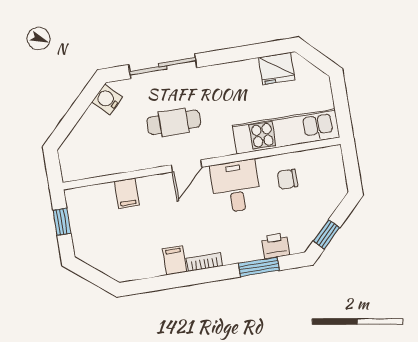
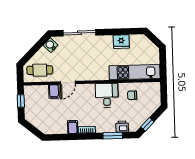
fridge: (277, 69) -> (121, 42), moved
cafe table: (174, 122) -> (40, 70), moved
door: (187, 166) -> (68, 83), moved

